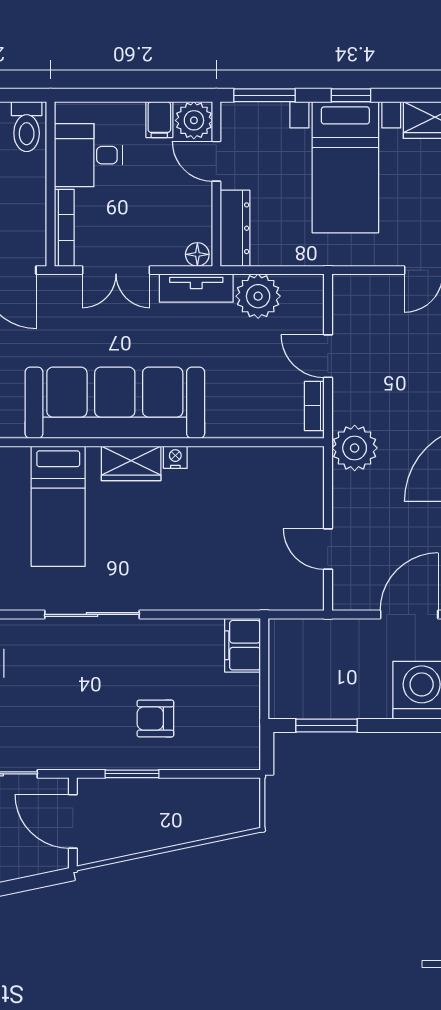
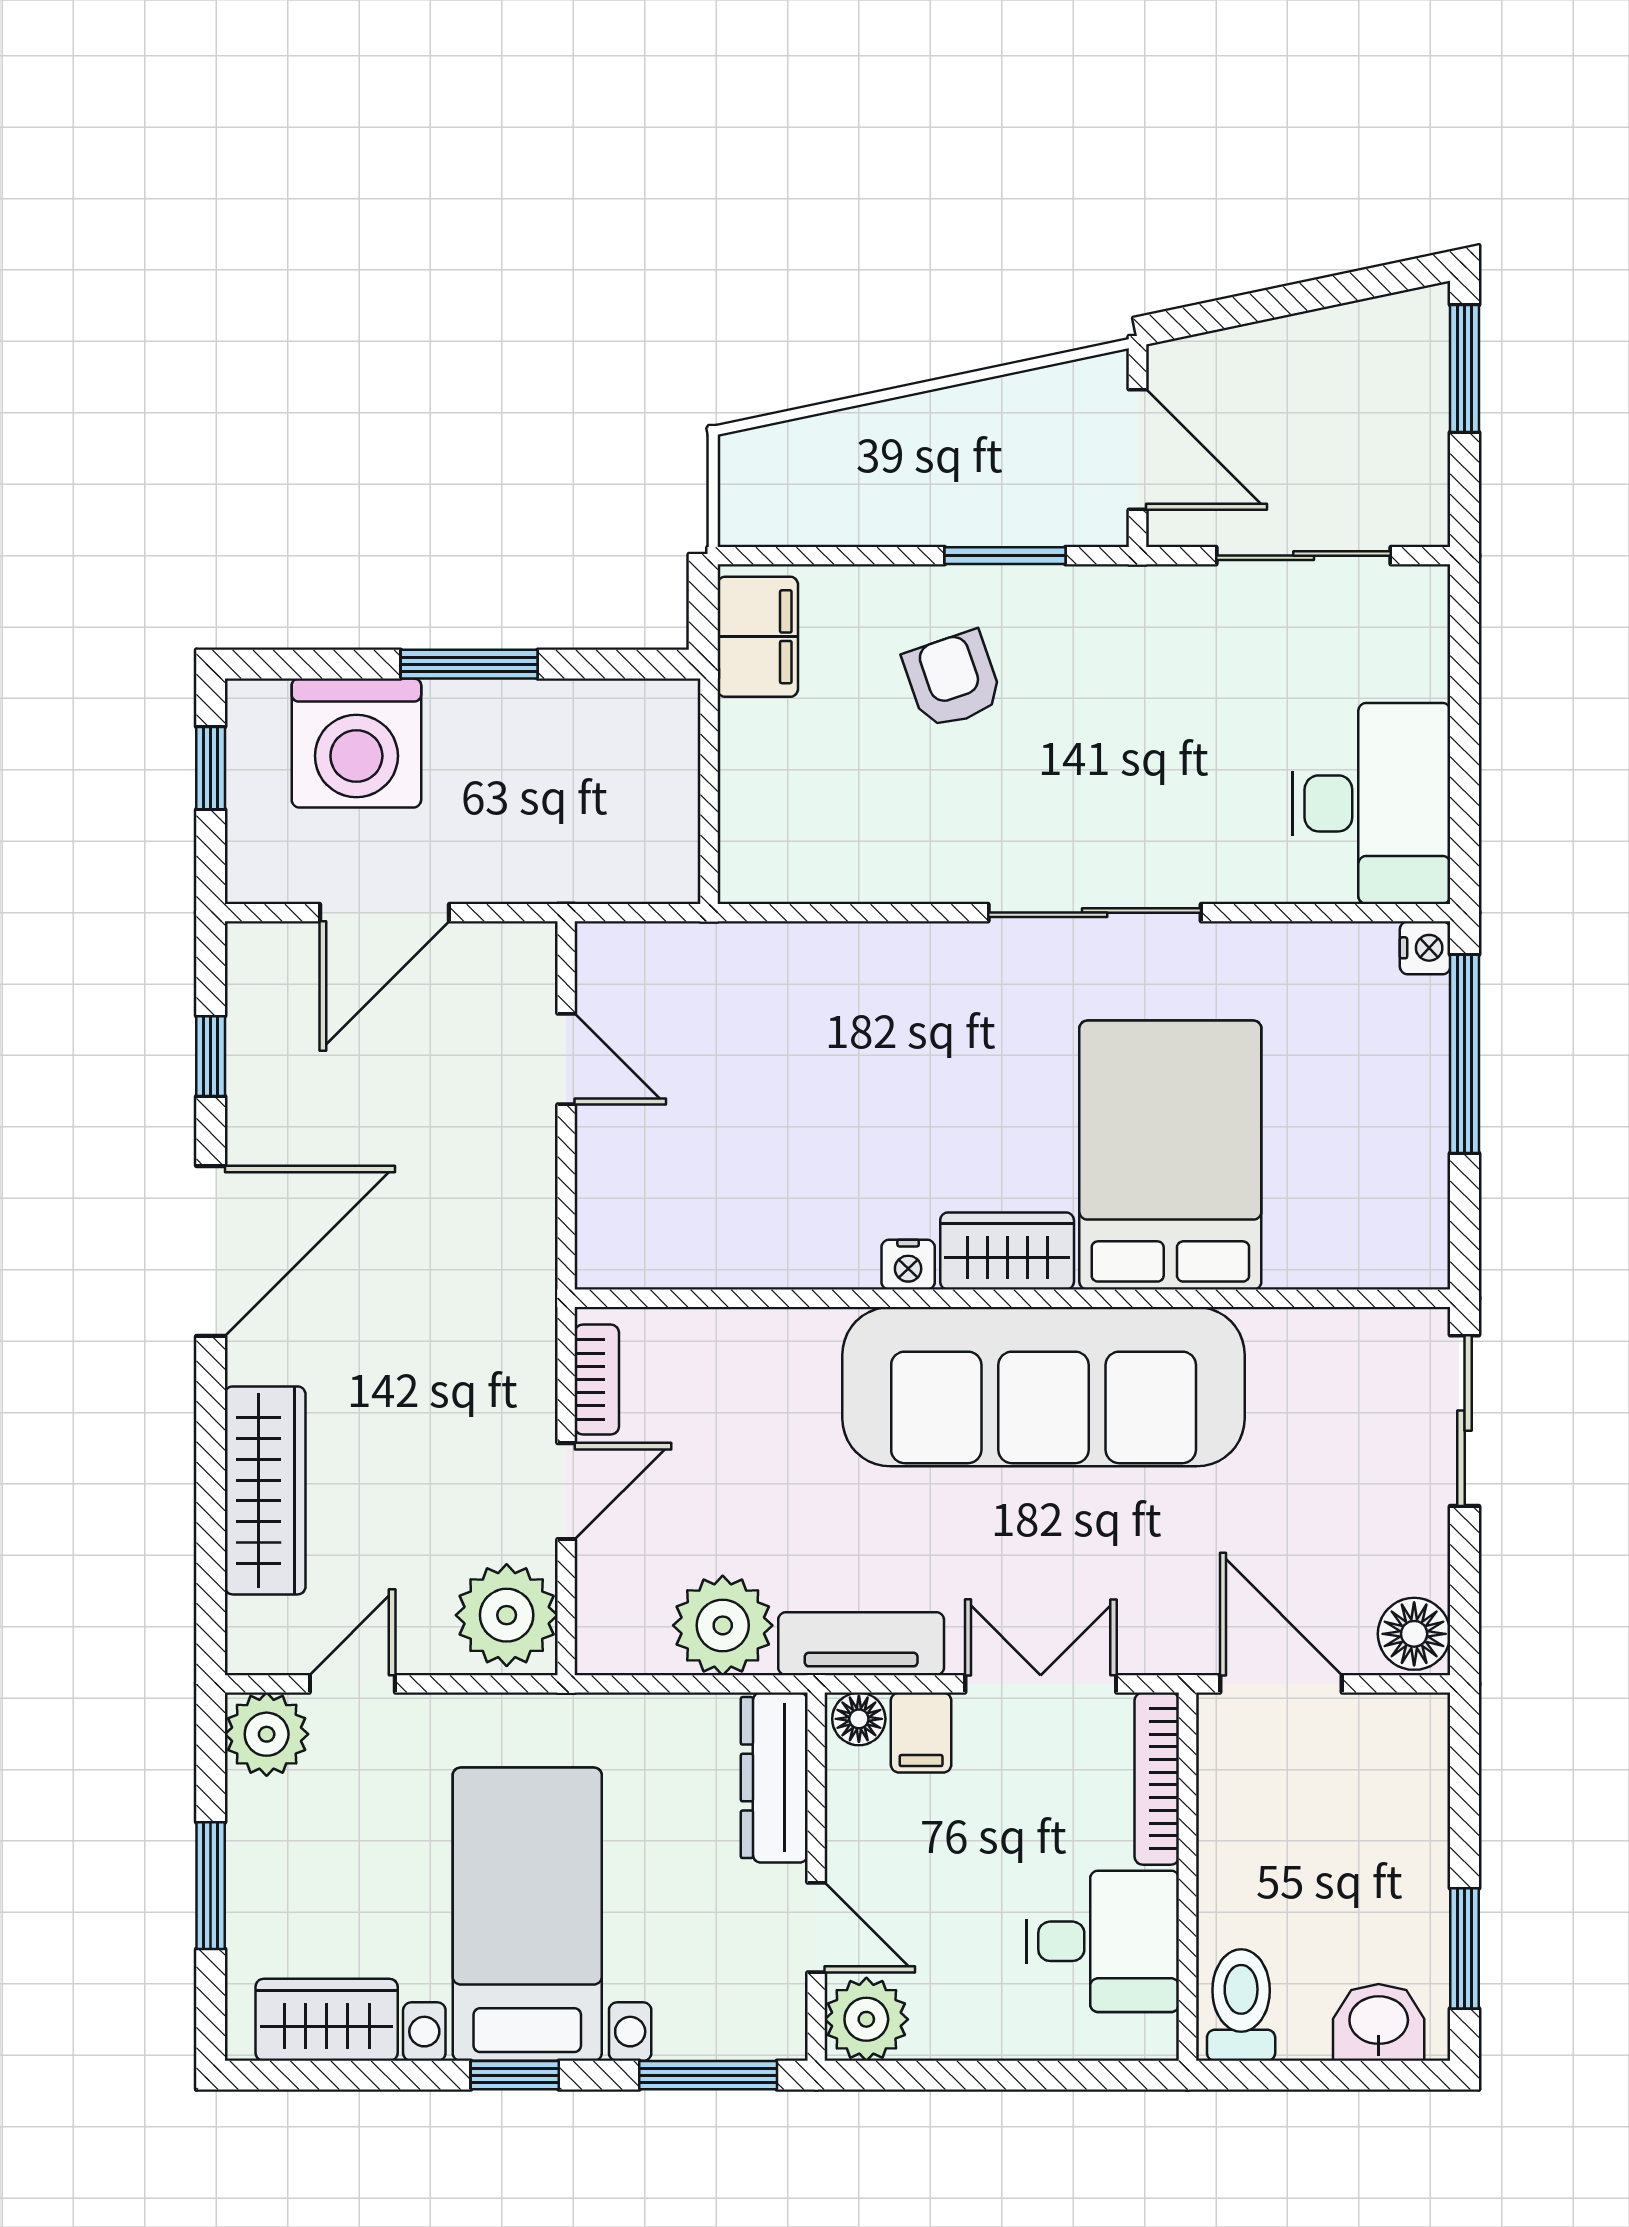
filing cabinet: (159, 120) -> (921, 1733), moved, turned 180
door: (328, 356) -> (566, 1491), hinge flipped
plant: (355, 448) -> (507, 1615), moved
bed: (58, 506) -> (1170, 1155), width x1.50
filing cabinet: (242, 645) -> (758, 637), moved
armchair: (155, 718) -> (953, 680), turned -109
window: (327, 725) -> (469, 664), moved

